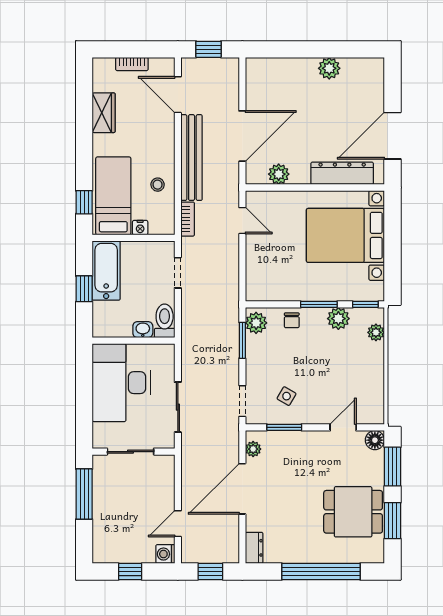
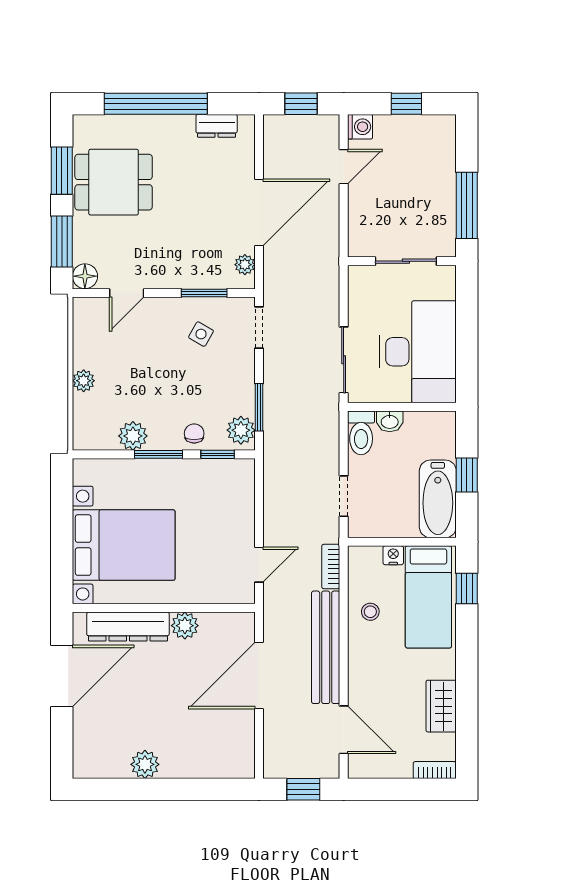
bookcase: (132, 64) -> (435, 770), moved
plant: (279, 174) -> (185, 626), moved
door: (242, 221) -> (259, 565), swing flipped
window: (365, 304) -> (218, 454), moved
plant: (376, 332) -> (84, 381), moved
sliding door: (178, 407) -> (344, 360), moved
dresser: (254, 548) -> (217, 126), moved, turned -90

